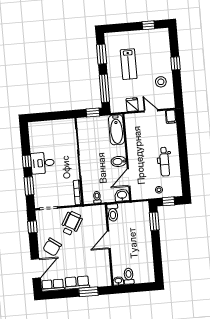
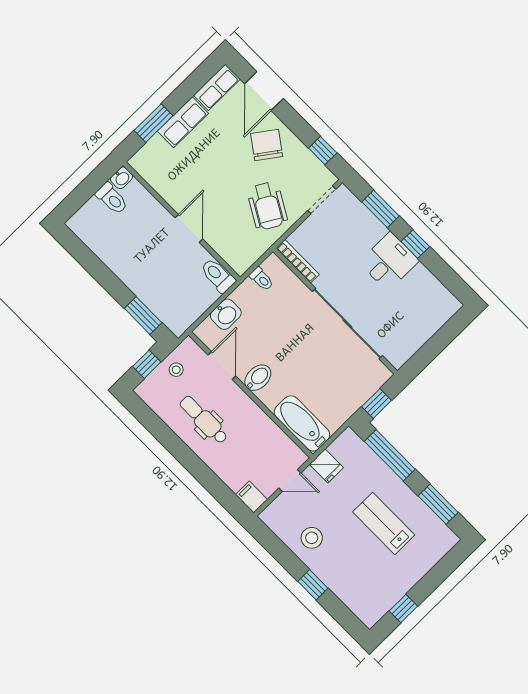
bathtub: (116, 130) -> (302, 423), moved
wall: (127, 157) -> (251, 395), moved
bidet: (119, 161) -> (258, 378), moved
door: (129, 178) -> (222, 366), moved

